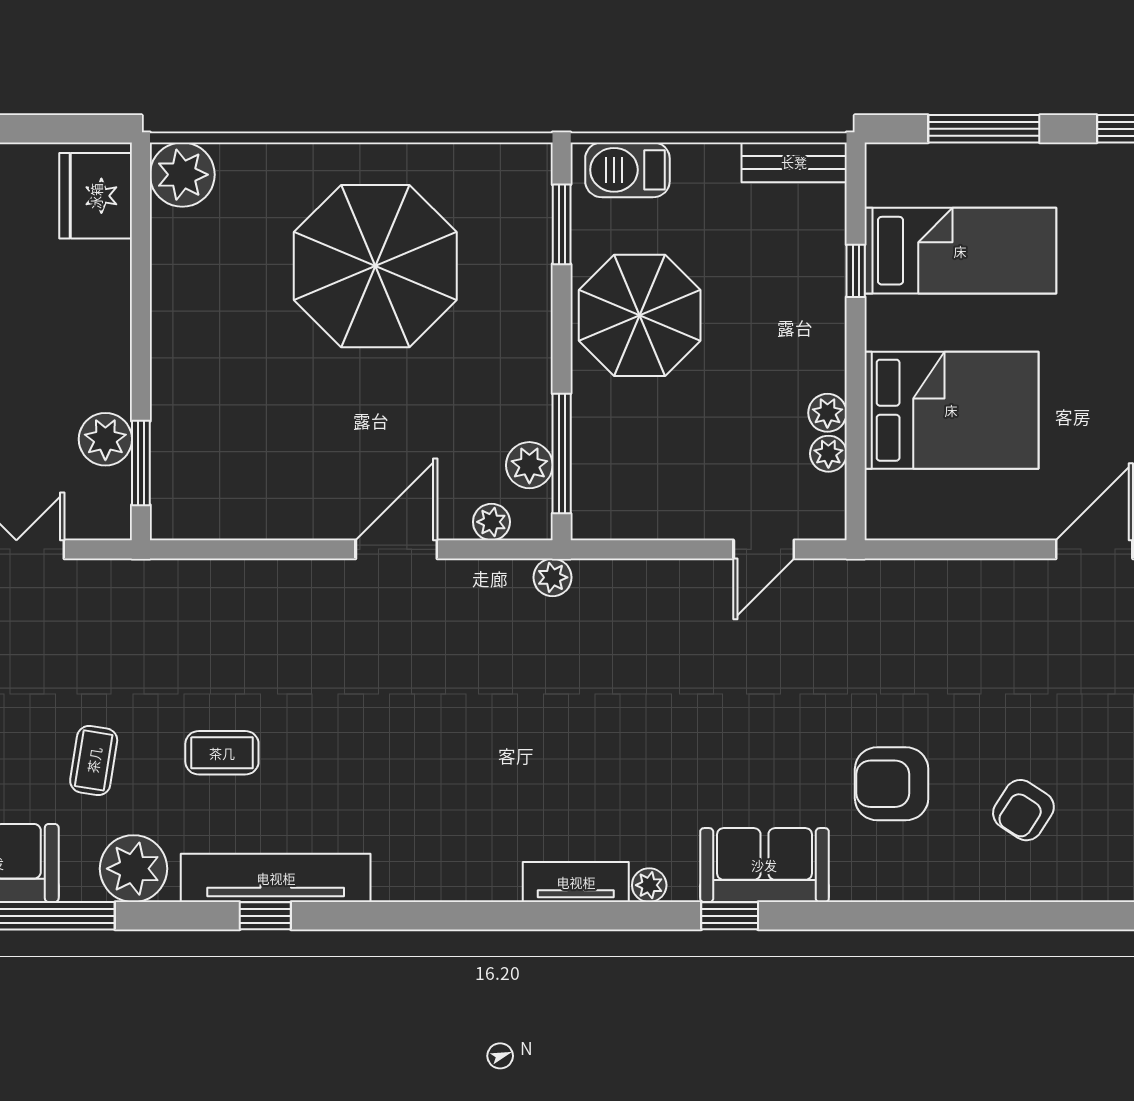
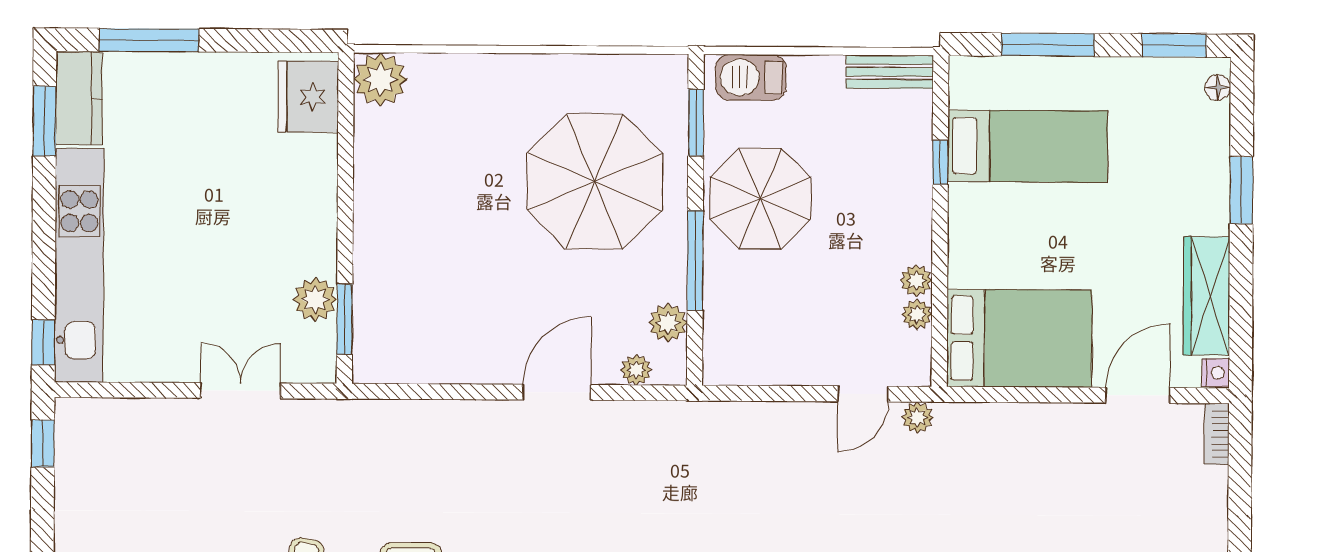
parasol: (375, 266) -> (595, 182), moved
bed: (951, 410) -> (1019, 338), moved
window: (562, 454) -> (695, 260), moved
plant: (552, 577) -> (917, 417), moved

